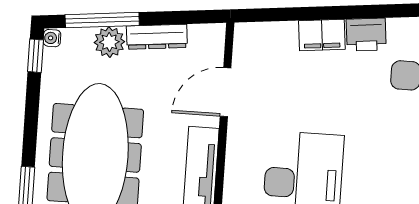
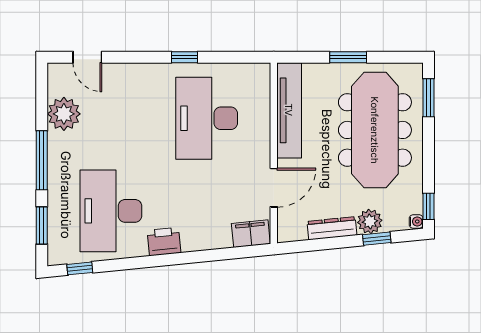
window: (102, 20) -> (377, 239), width x0.46
filing cabinet: (322, 35) -> (251, 234), moved

